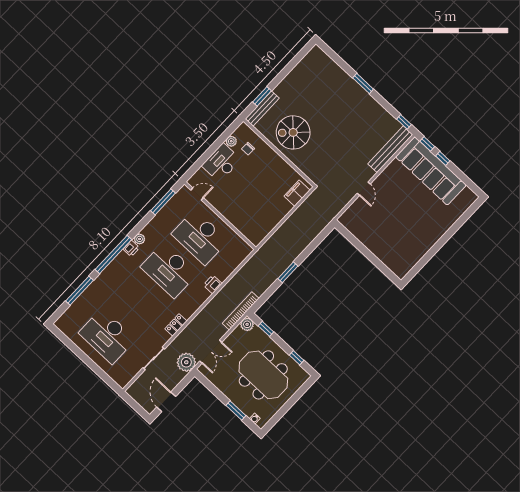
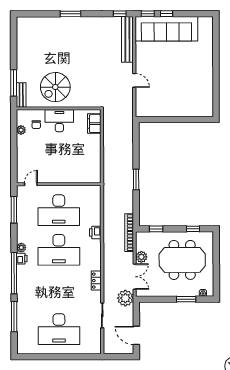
window: (262, 96) -> (14, 83), width x1.44
bench: (262, 109) -> (21, 95), width x0.73
desk: (221, 163) -> (59, 121), moved, turned 90
plant: (247, 324) -> (141, 257), moved

